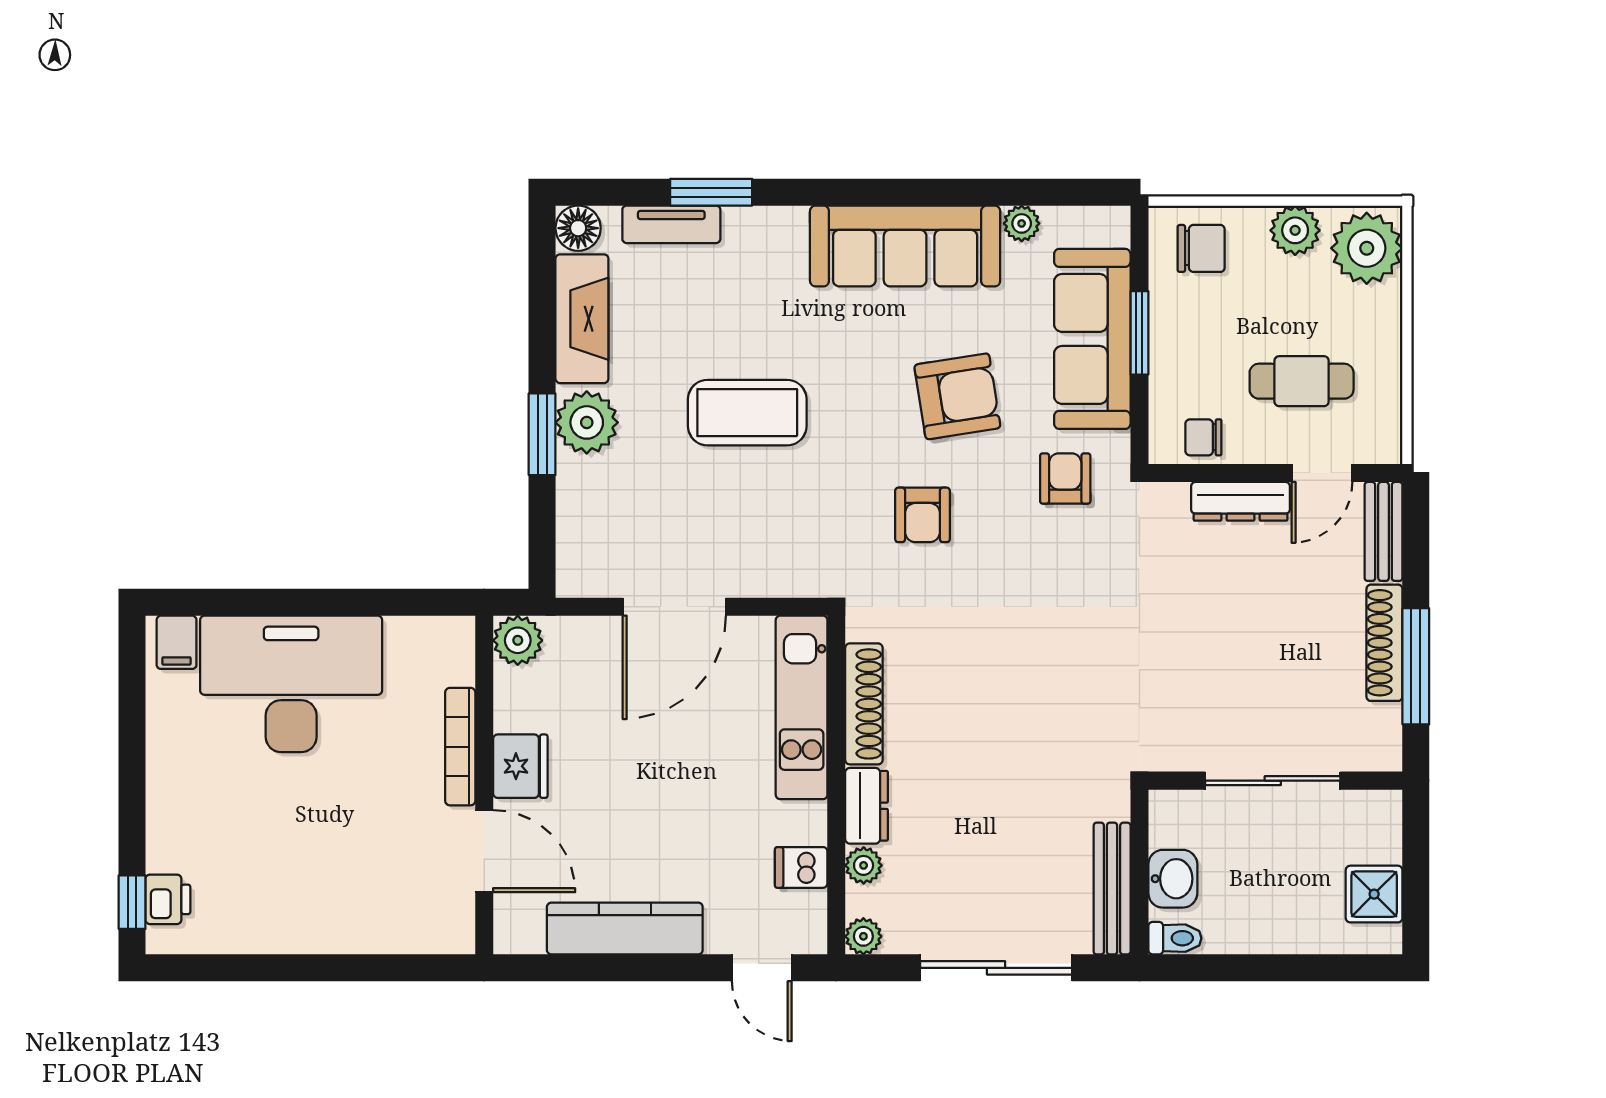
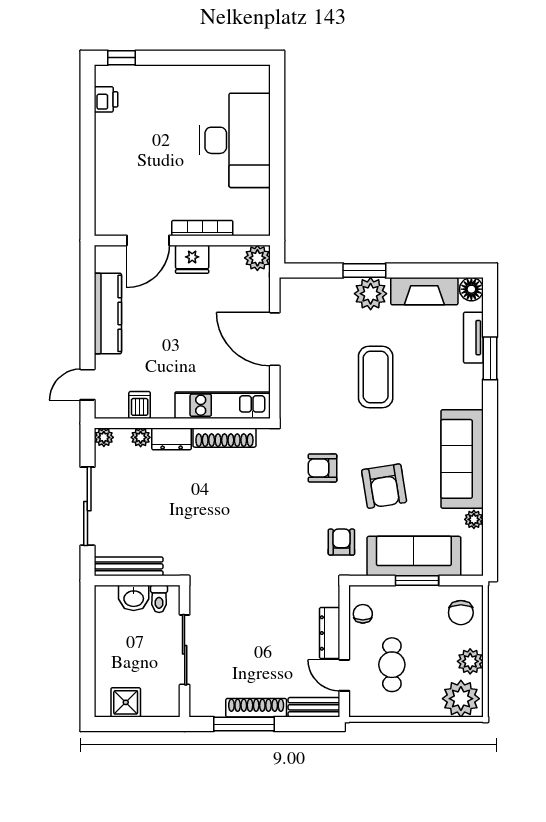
armchair: (1065, 478) -> (341, 542), turned -90
filing cabinet: (177, 642) -> (256, 81), removed
printer: (168, 899) -> (106, 99), moved, turned -90
toilet: (1175, 938) -> (159, 599), moved

